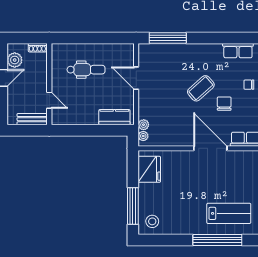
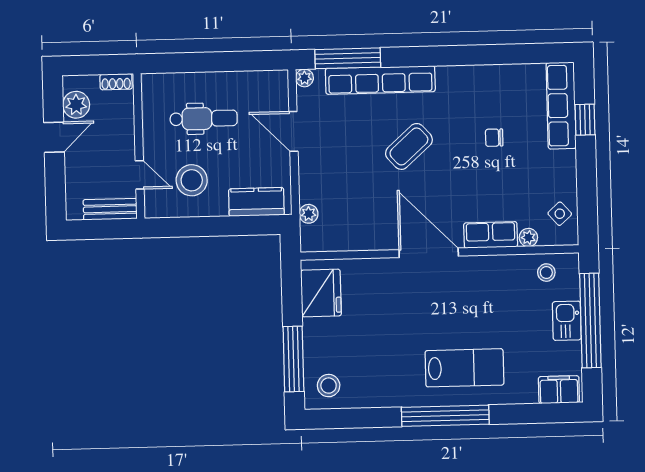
row of seats: (238, 51) -> (380, 80), moved, width x2.02
stool: (78, 104) -> (192, 180), added
chair: (224, 104) -> (451, 173), removed
plant: (143, 136) -> (304, 78), moved

